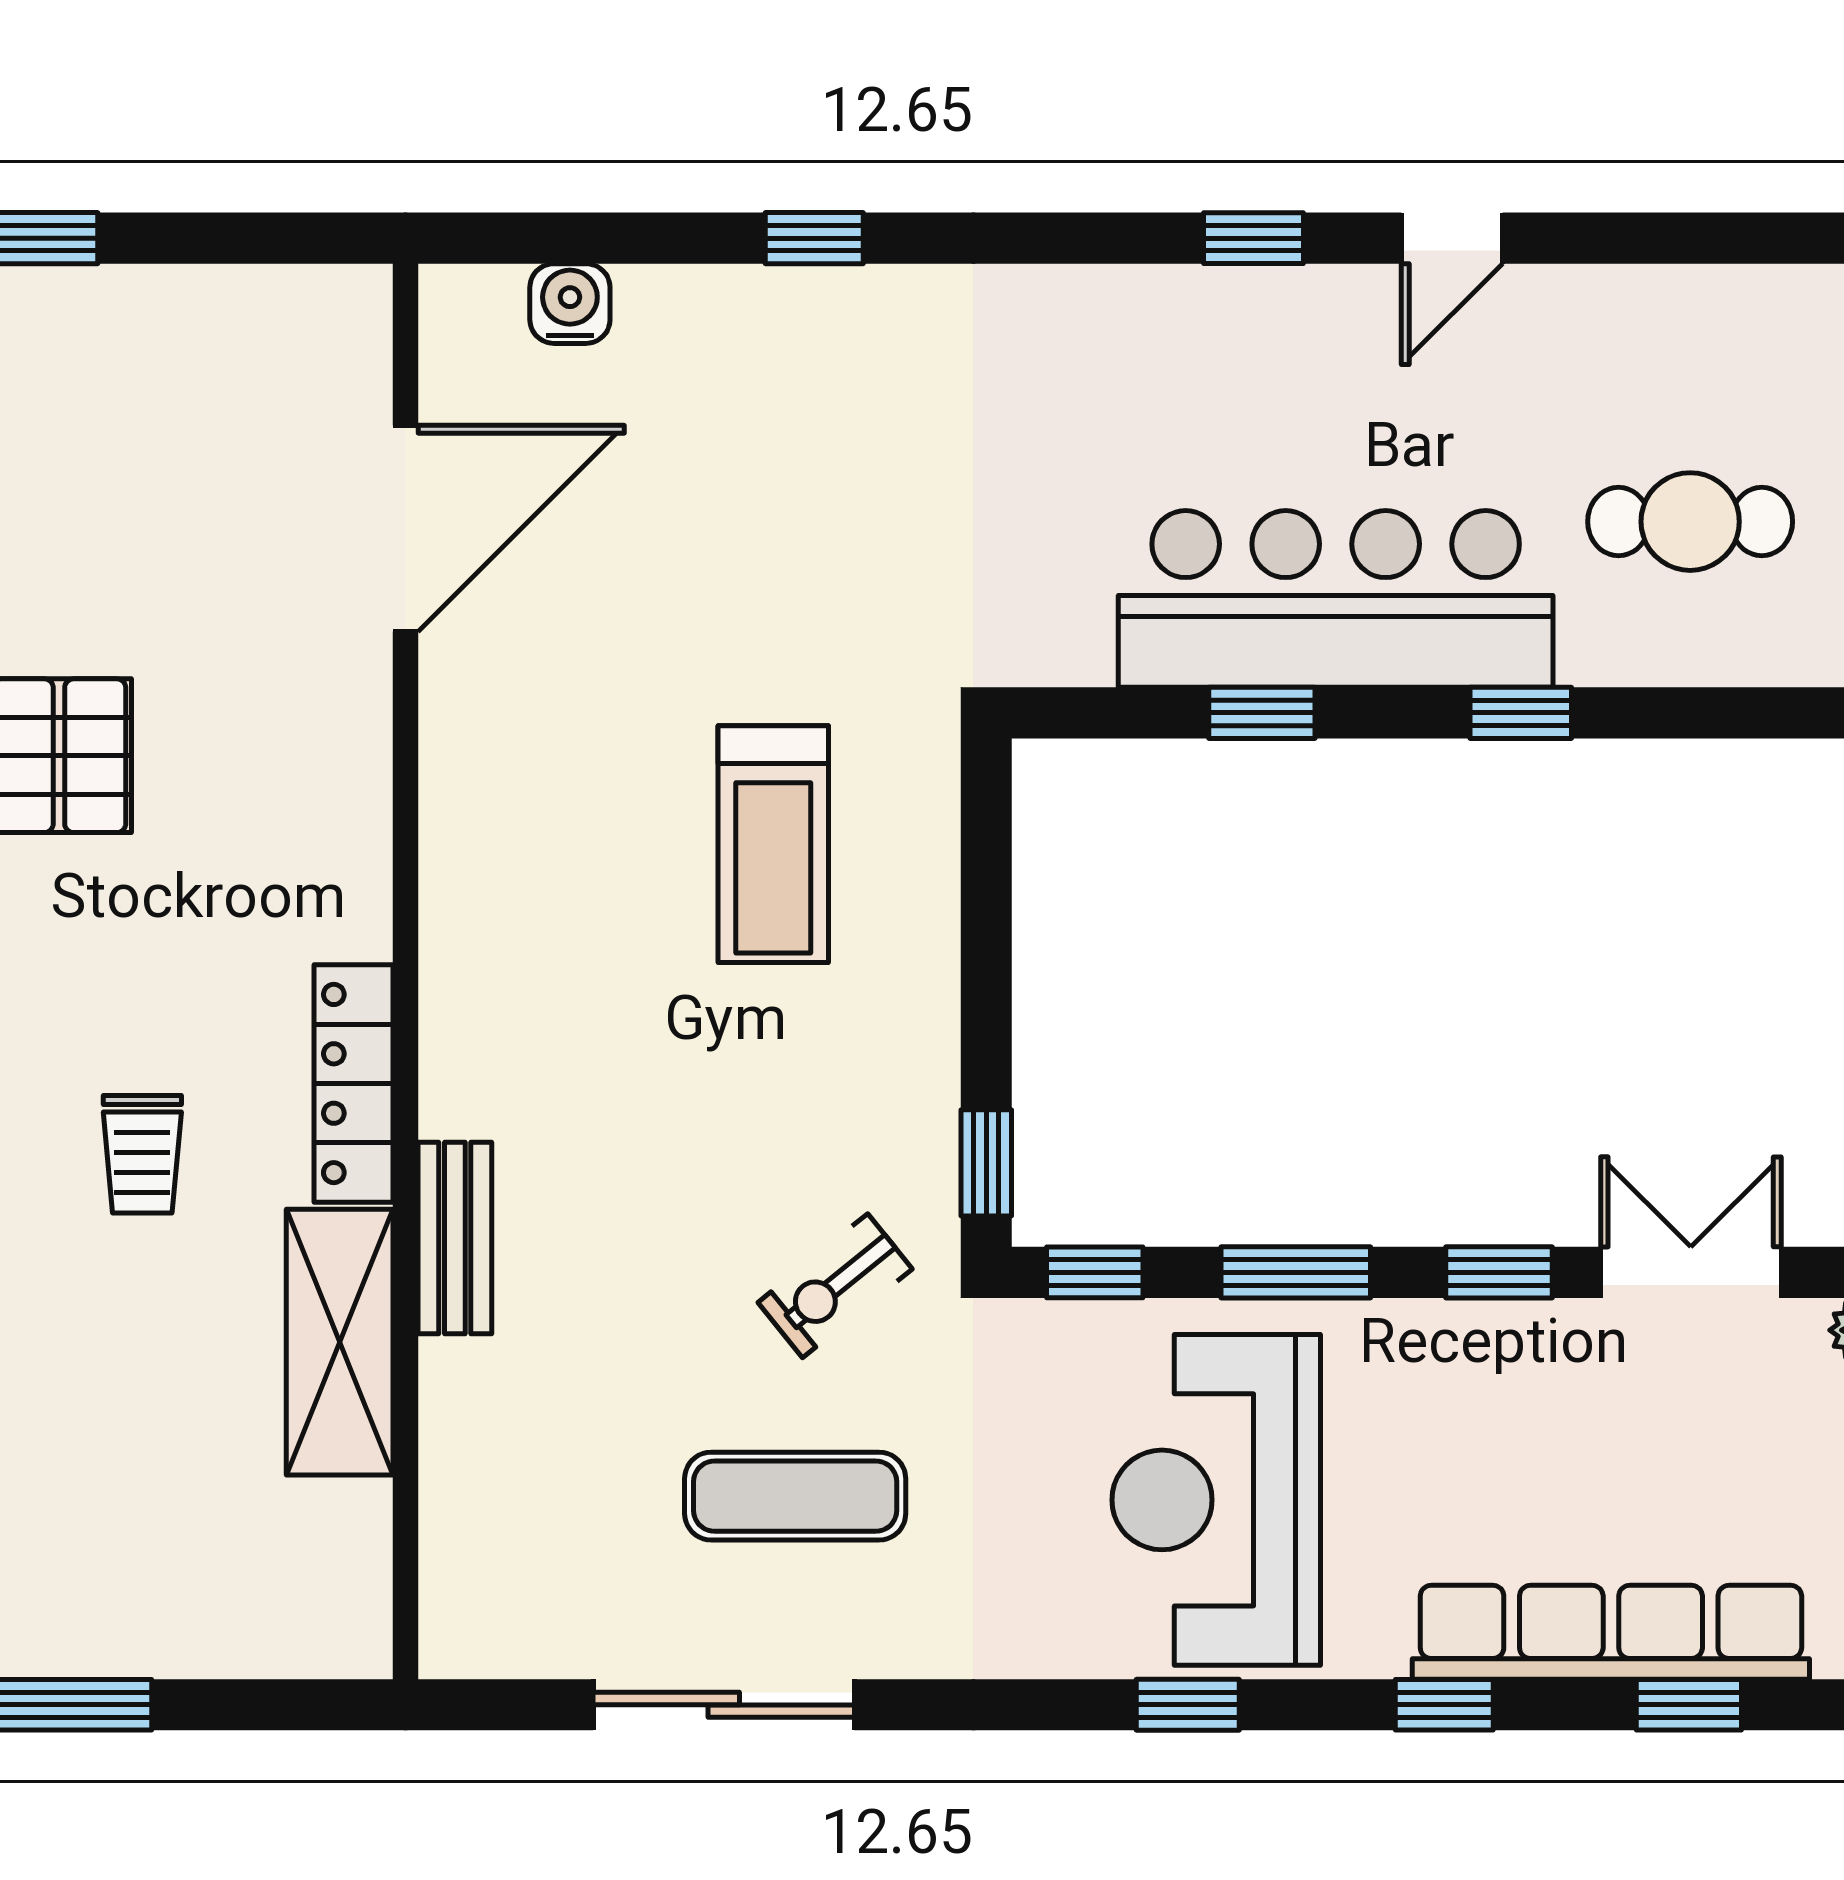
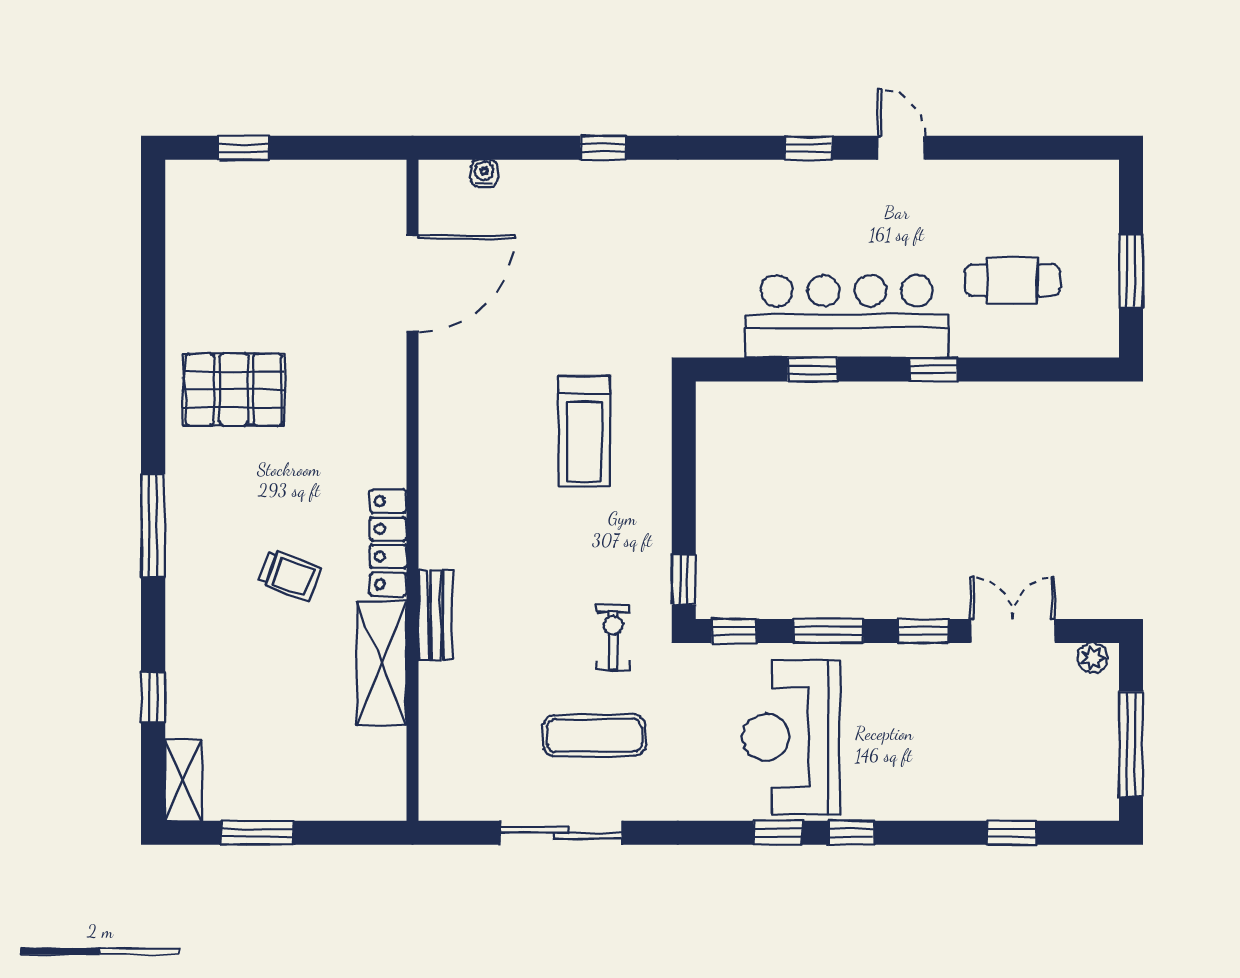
door: (1452, 238) -> (901, 148), swing flipped
water cooler: (570, 304) -> (484, 173), width x0.72, depth x0.72
trolley: (142, 1154) -> (290, 576), turned -69
exercise bike: (835, 1286) -> (613, 637), turned 129
row of seats: (1611, 1632) -> (975, 799), removed
window: (1444, 1705) -> (851, 833), moved

